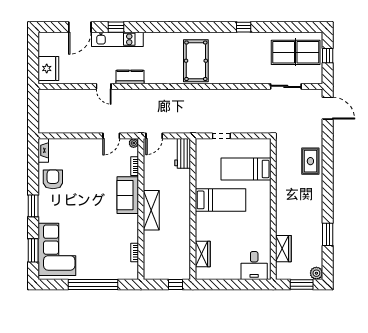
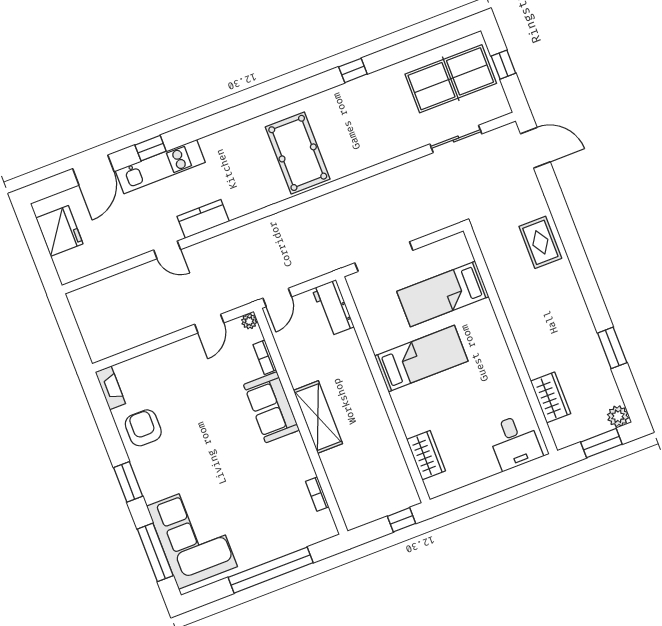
fridge: (48, 68) -> (59, 231), moved
doorway: (221, 136) -> (384, 257), width x1.88
window: (33, 250) -> (155, 552), width x1.44

